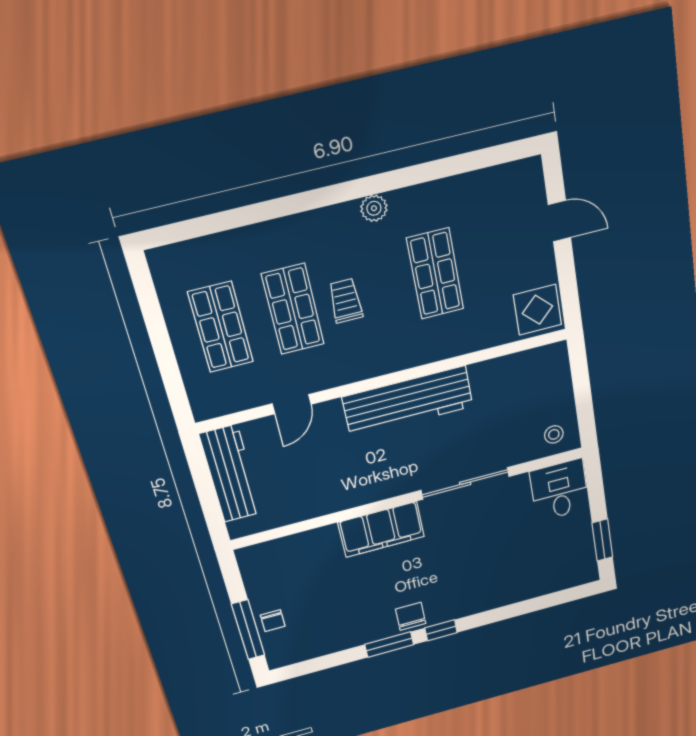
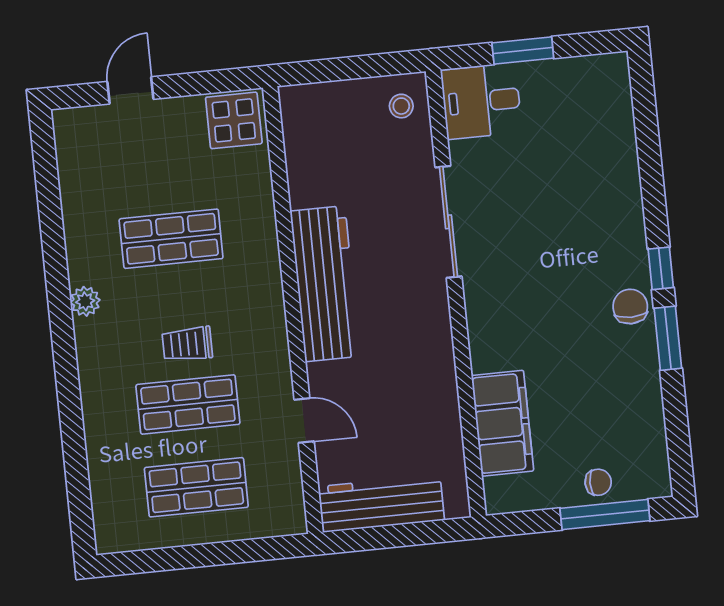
filing cabinet: (381, 529) -> (502, 423), moved
window: (602, 540) -> (523, 51), moved
chair: (411, 616) -> (630, 306), turned 90

